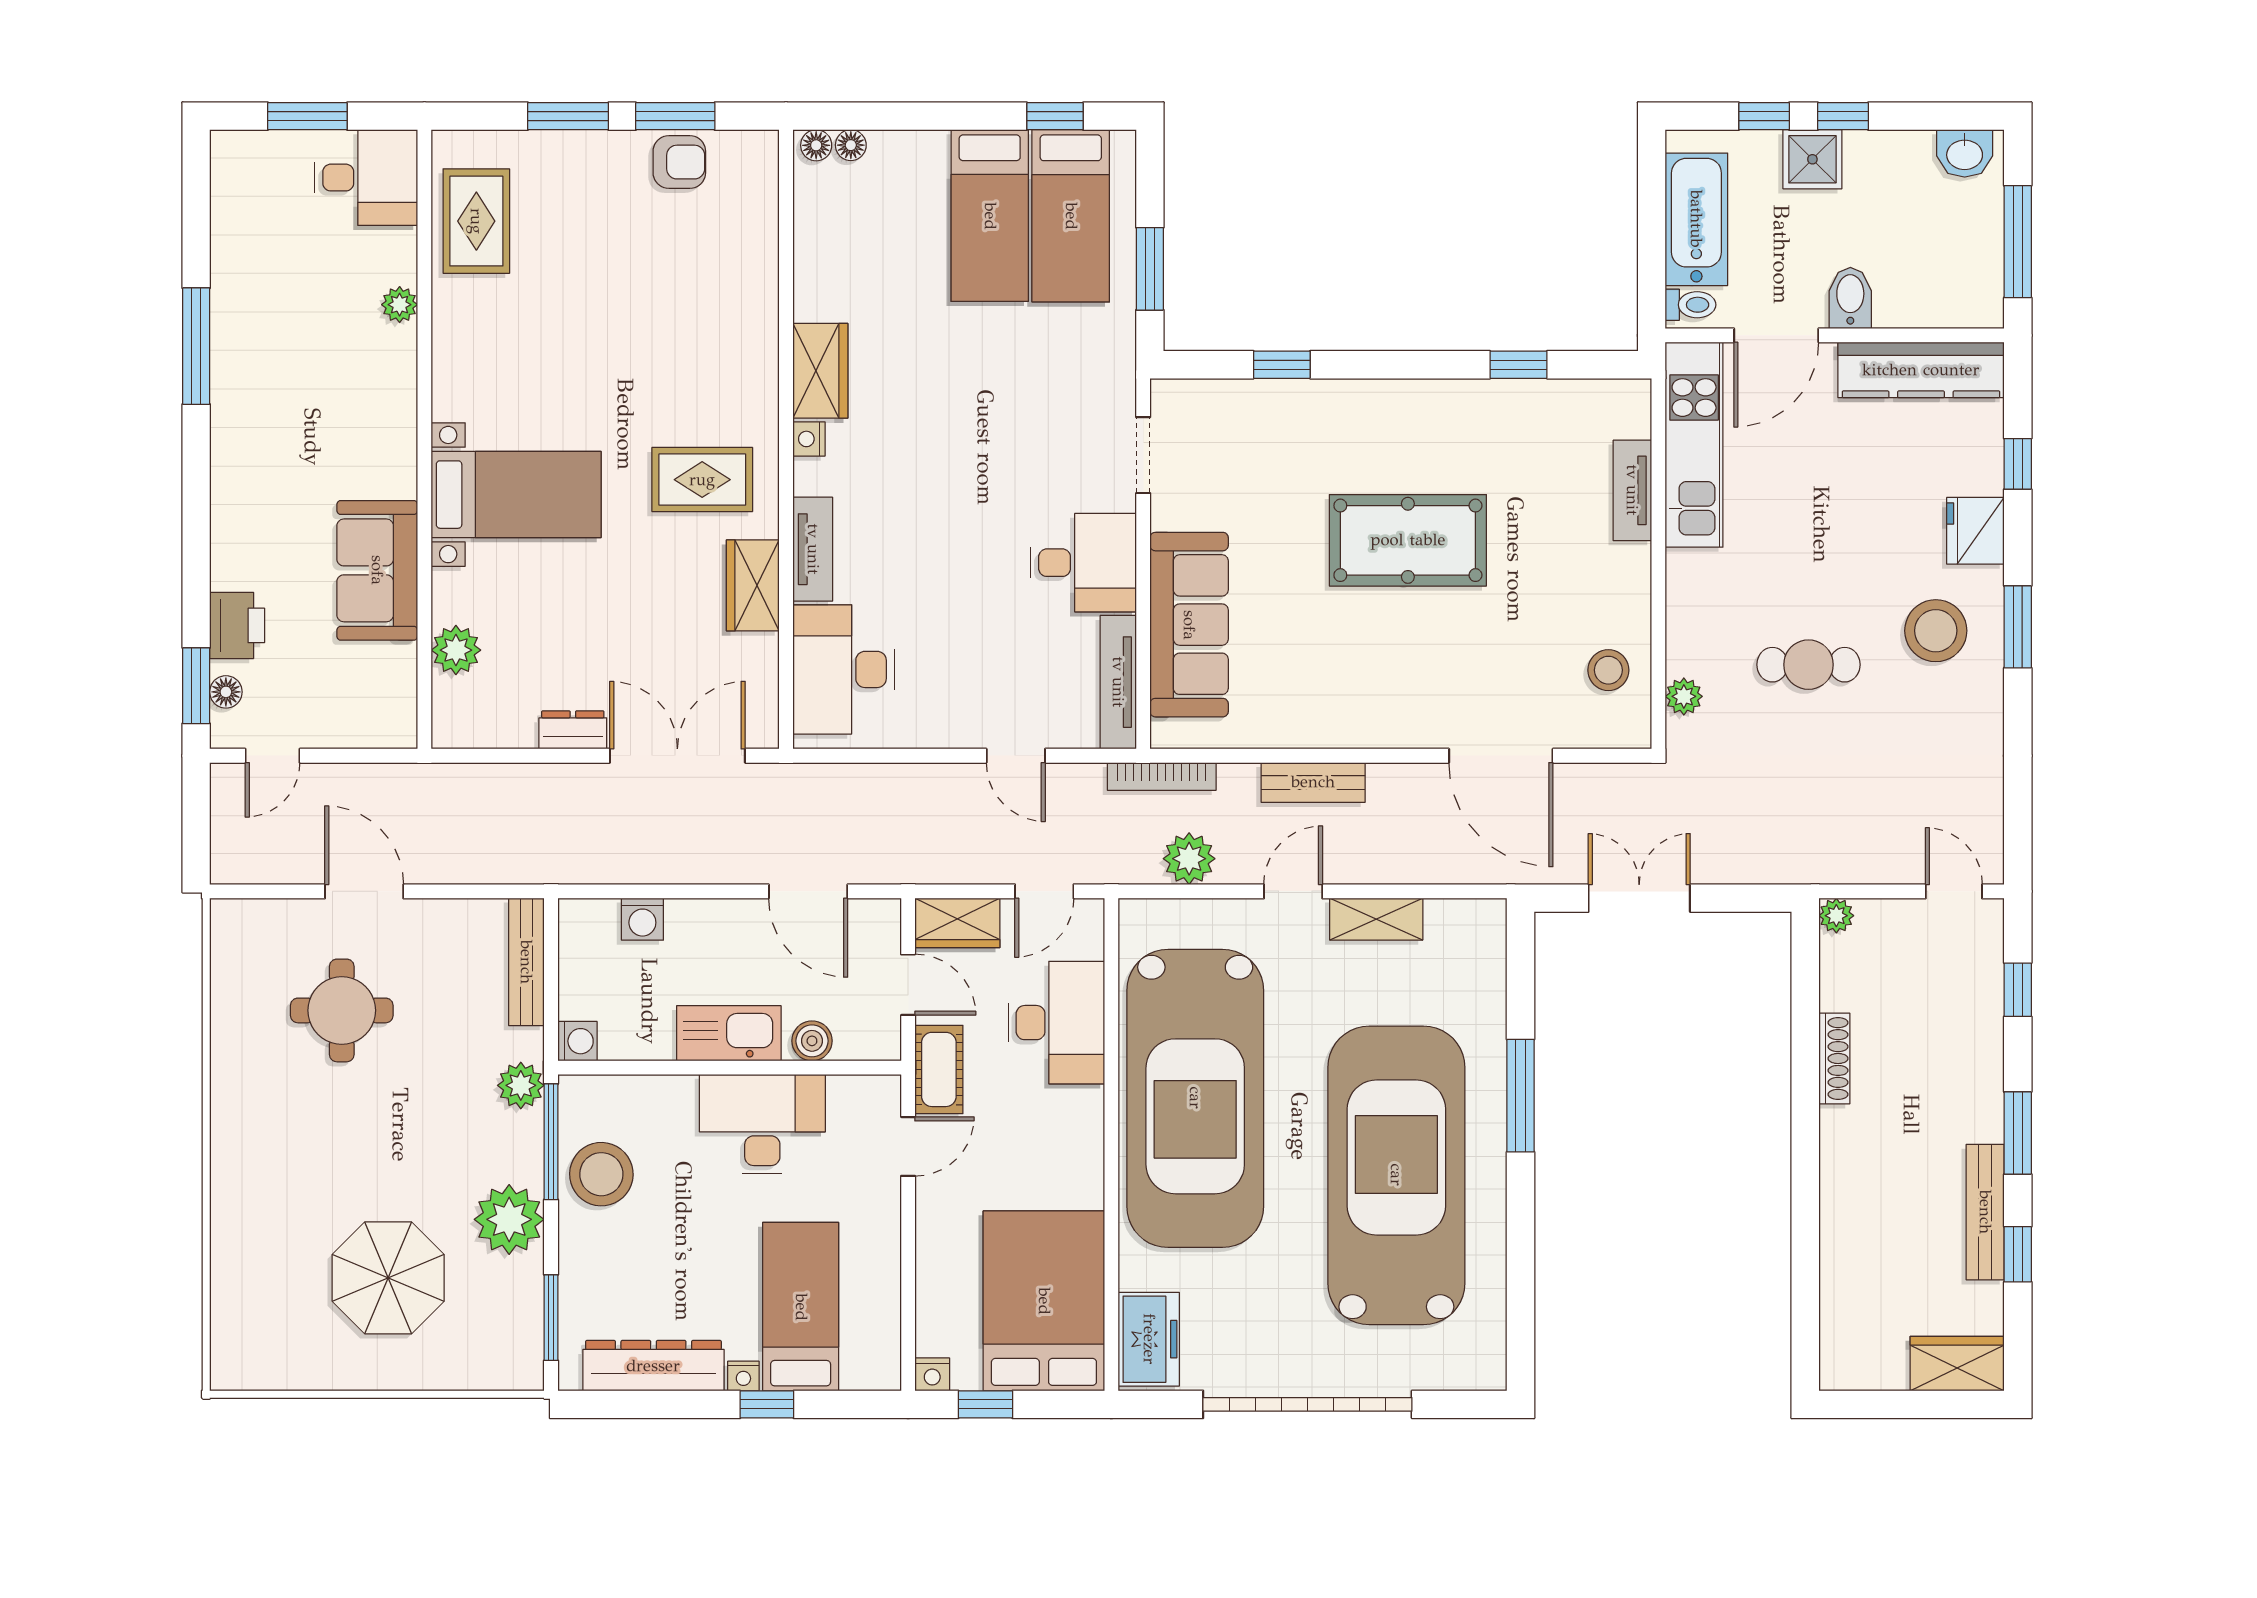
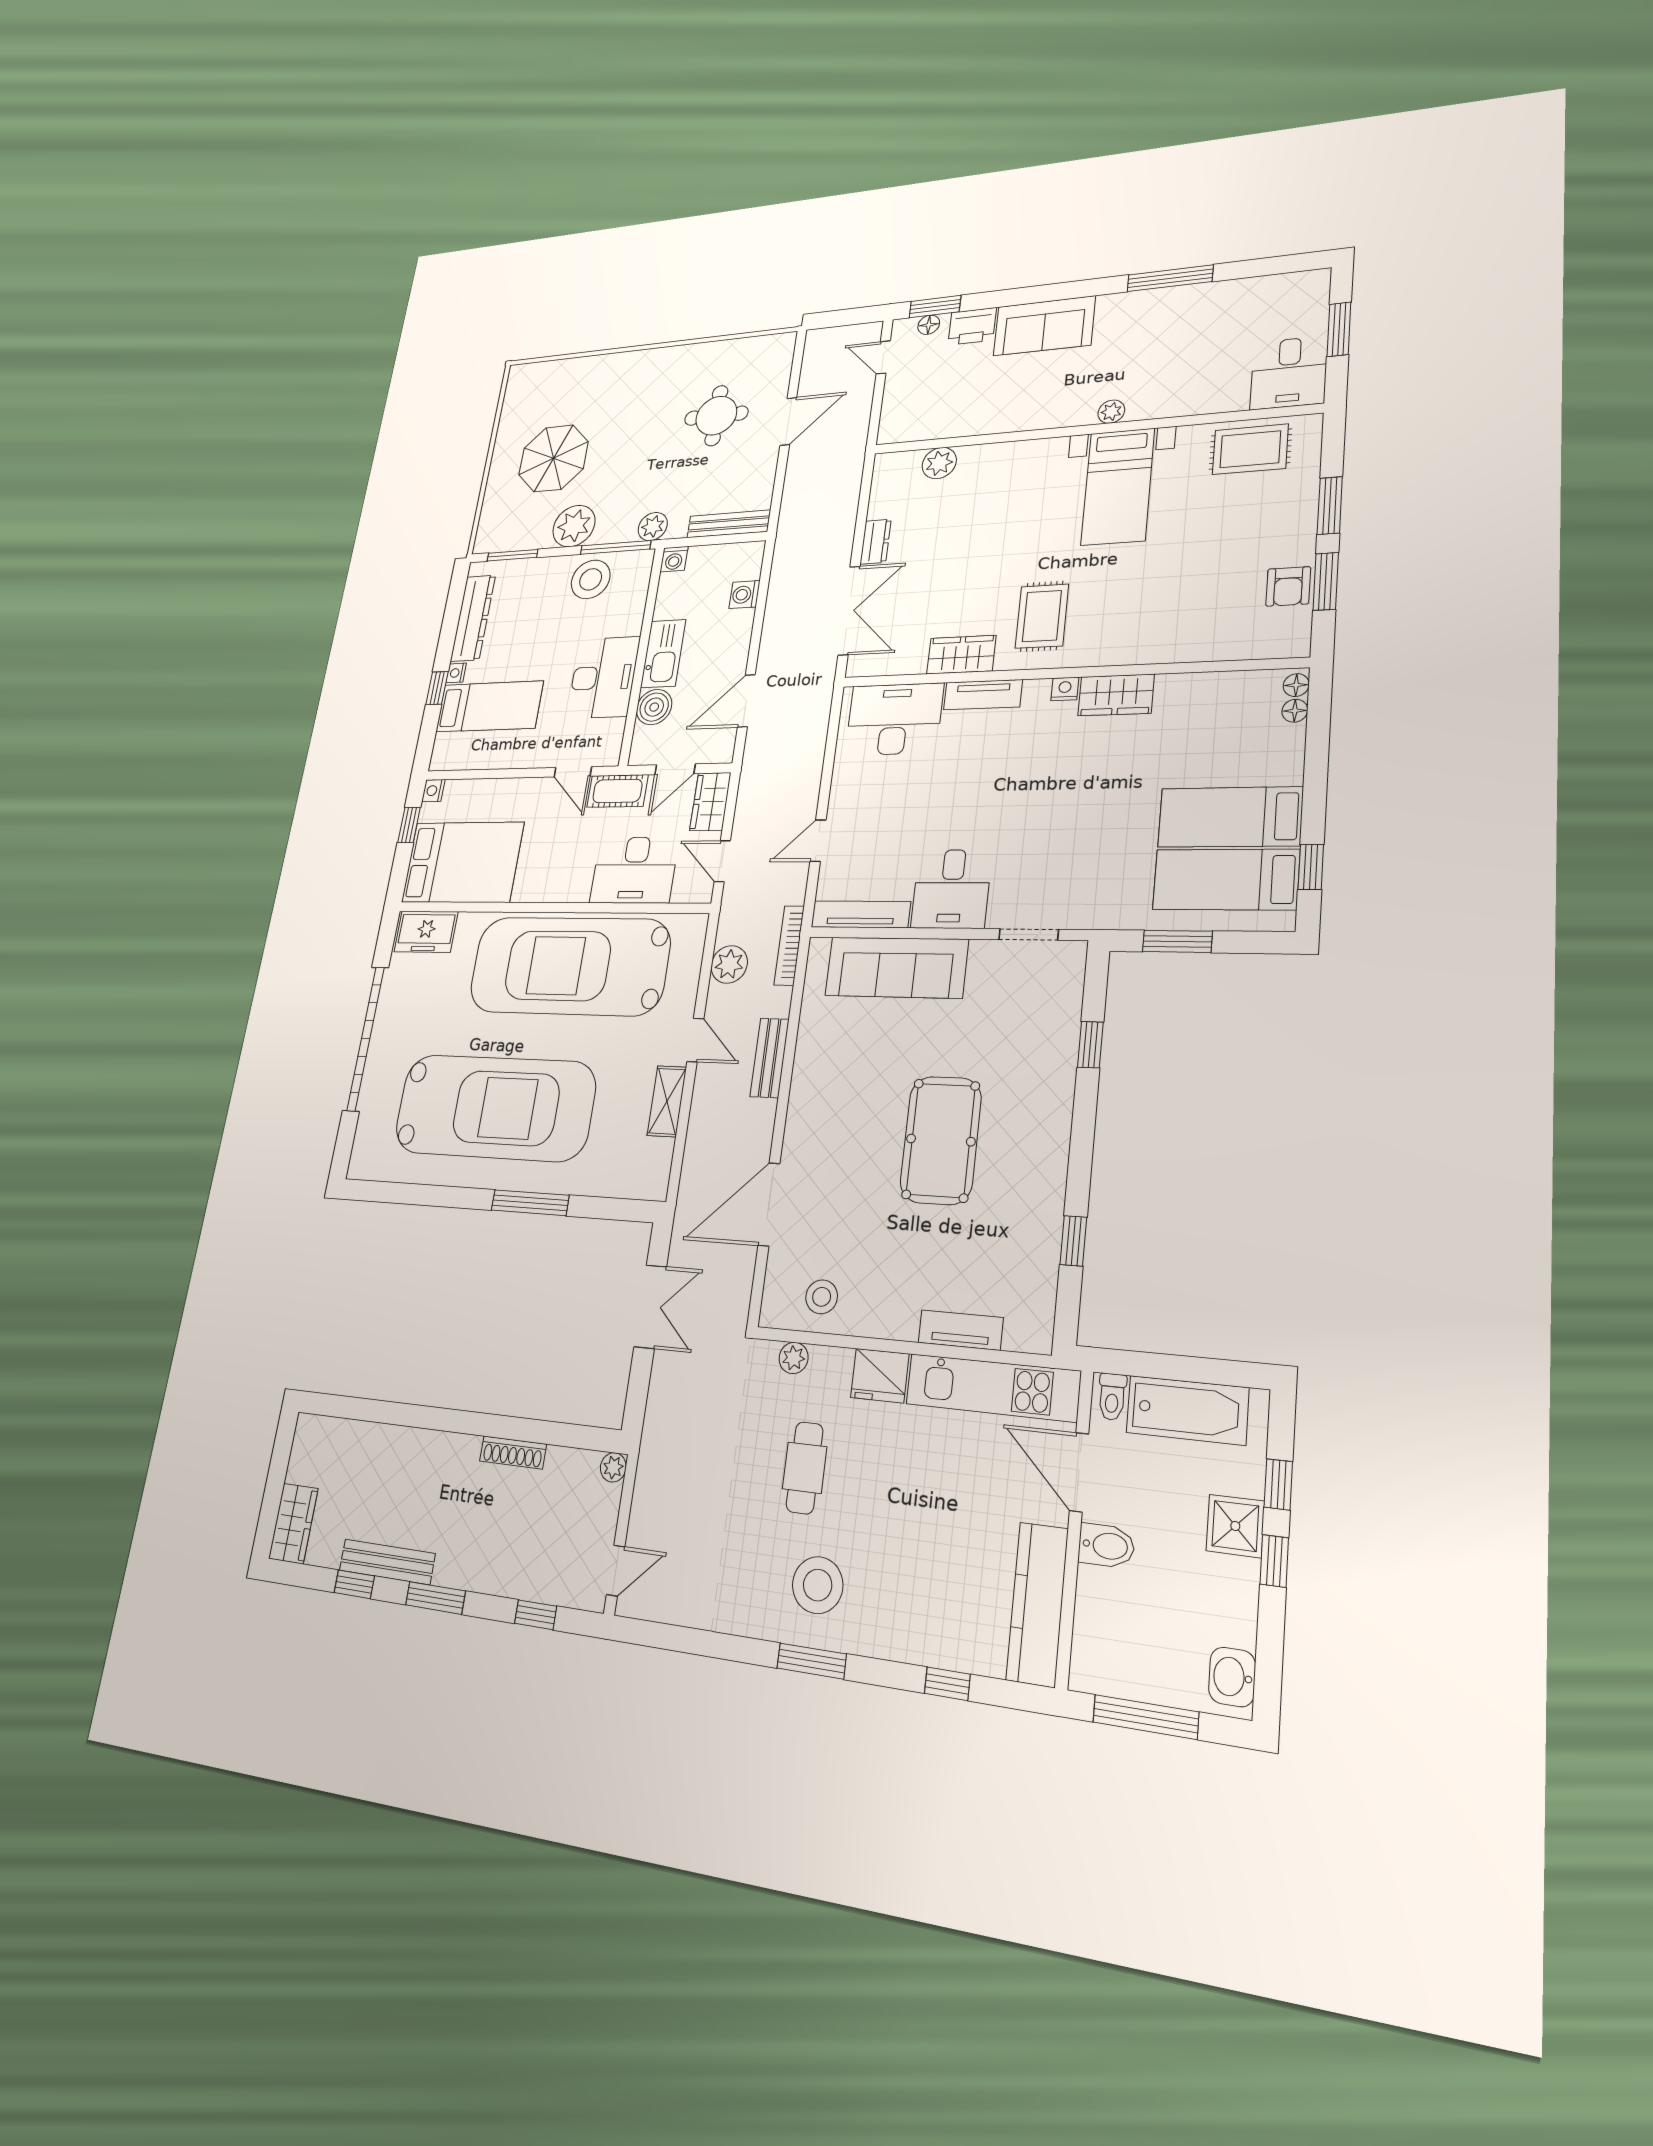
plant: (400, 305) -> (1111, 412), moved
bed with nightstands: (516, 495) -> (1118, 487), moved
fridge: (1975, 531) -> (880, 1376), moved, turned 180
sofa: (377, 570) -> (1044, 326), moved, turned 180
boiler: (812, 1041) -> (654, 707), width x1.36, depth x1.36

